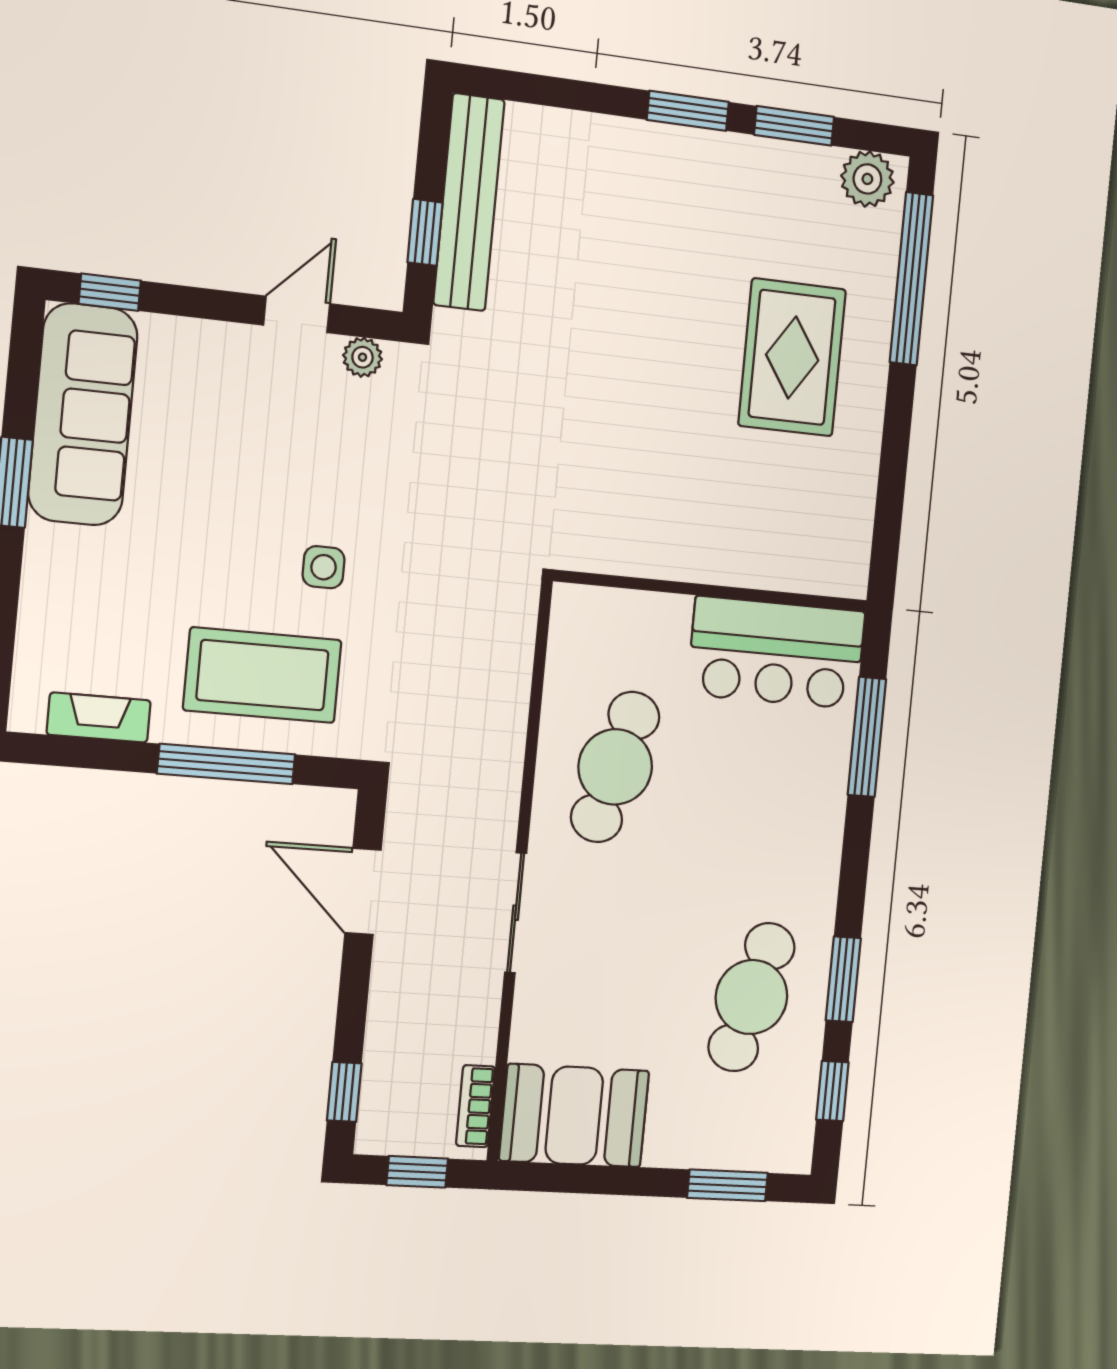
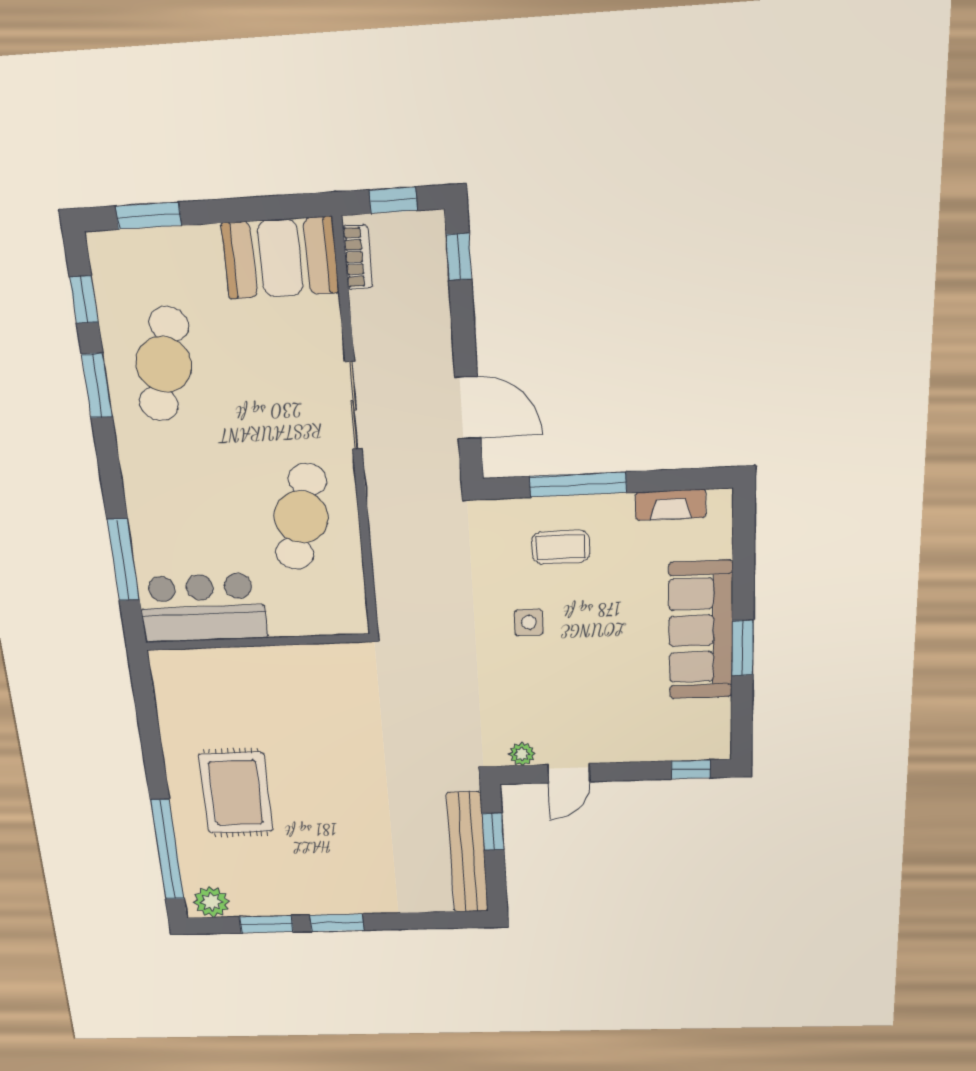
sofa: (83, 414) -> (701, 630), moved
coffee table: (263, 675) -> (561, 547), width x0.54, depth x0.58

